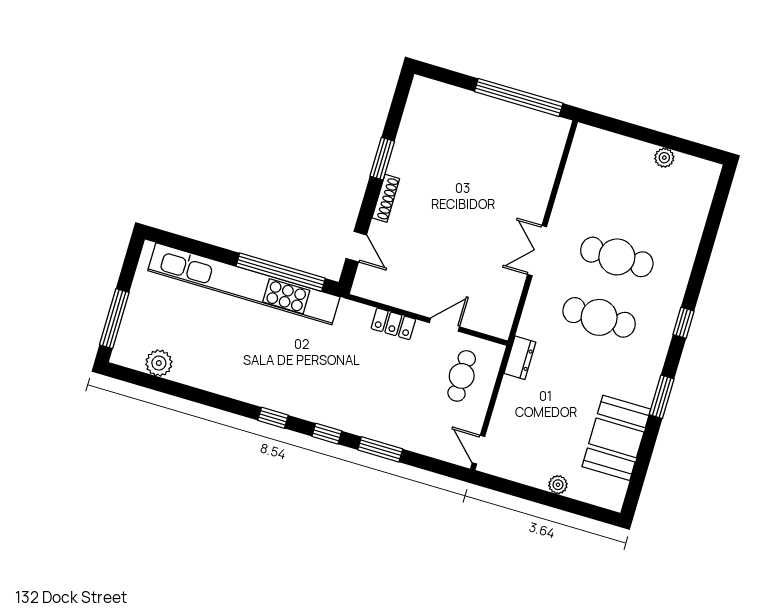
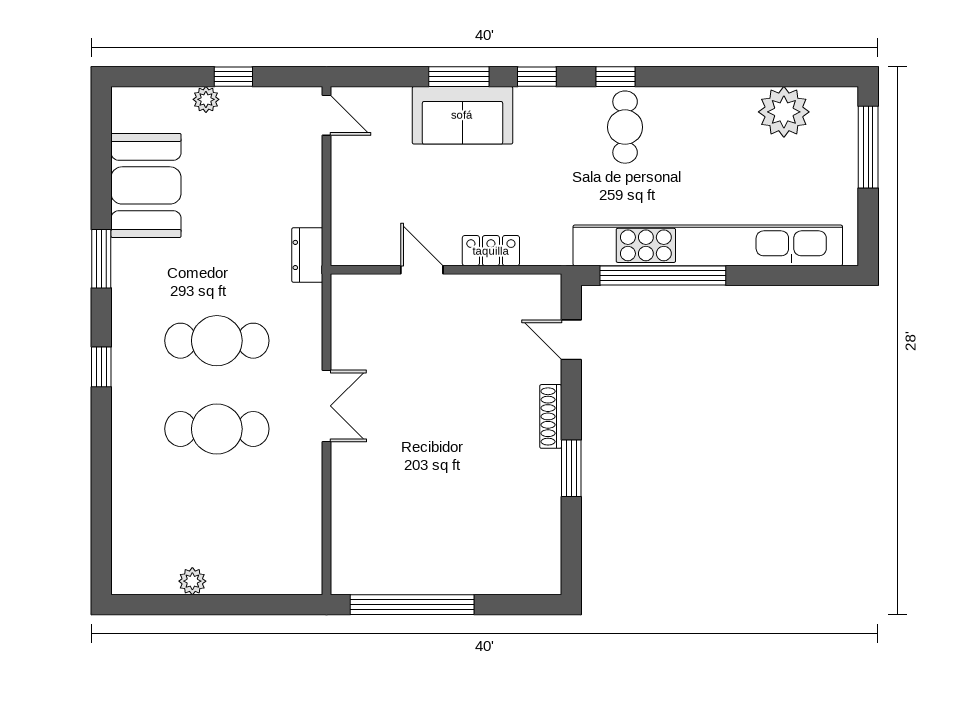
door: (444, 325) -> (422, 270), swing flipped
plant: (159, 363) -> (784, 112), width x1.36, depth x1.36
cafe table: (462, 376) -> (625, 127), moved
sofa: (386, 422) -> (462, 115), added
window: (535, 495) -> (233, 77), added

